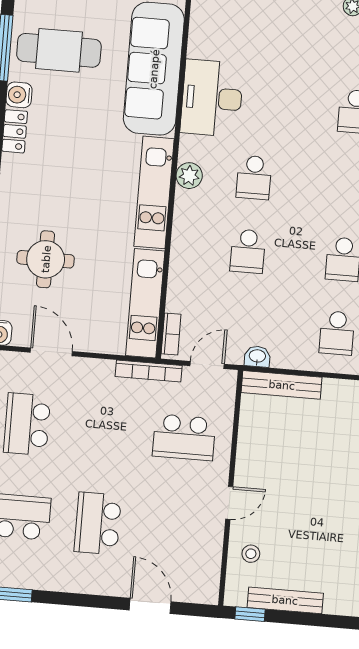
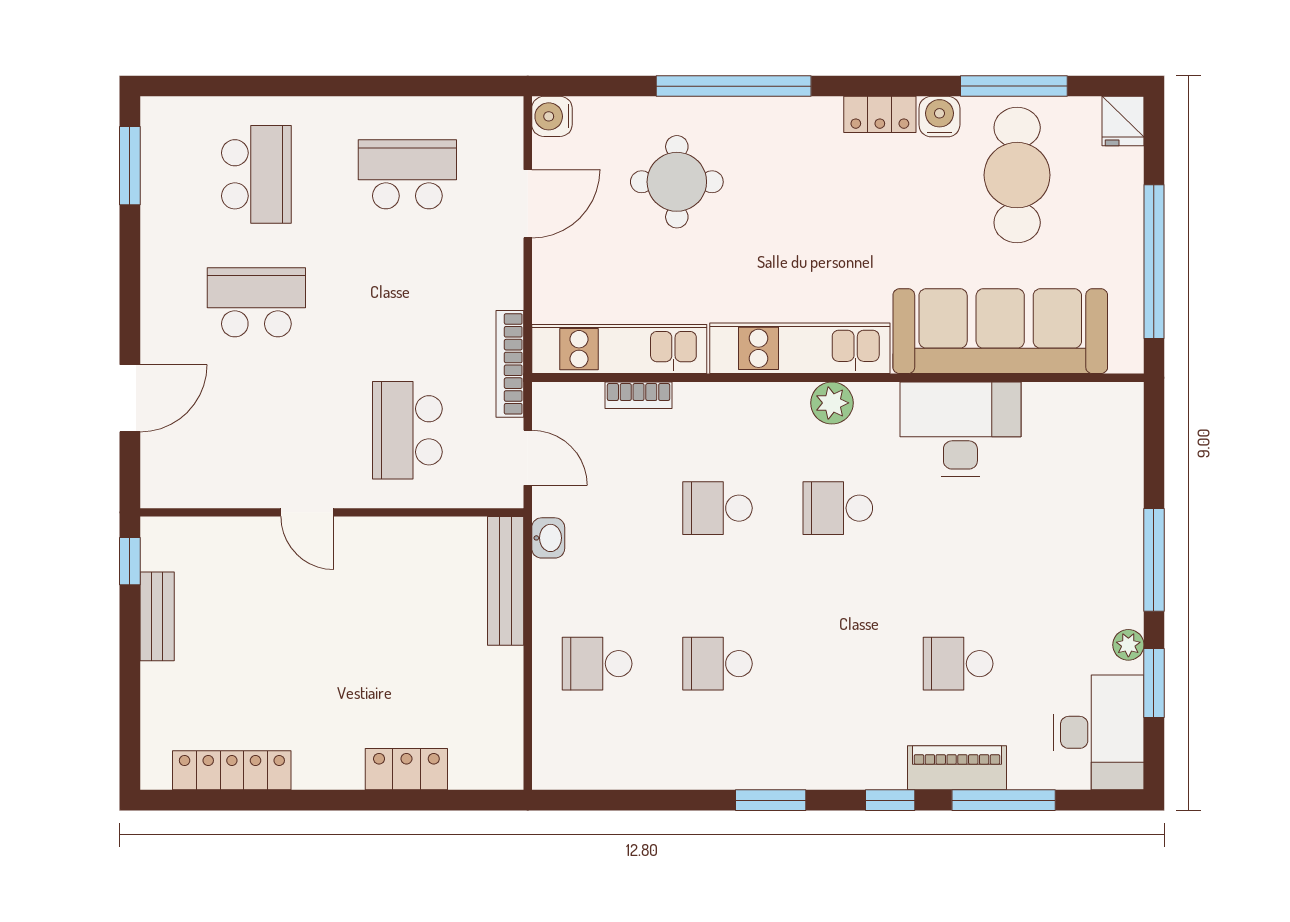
bookcase: (171, 334) -> (639, 395), moved
stool: (251, 554) -> (228, 554), removed
bench: (285, 600) -> (157, 616), width x0.73

